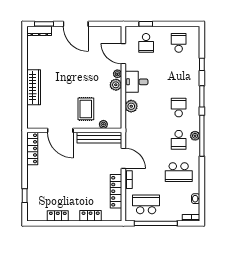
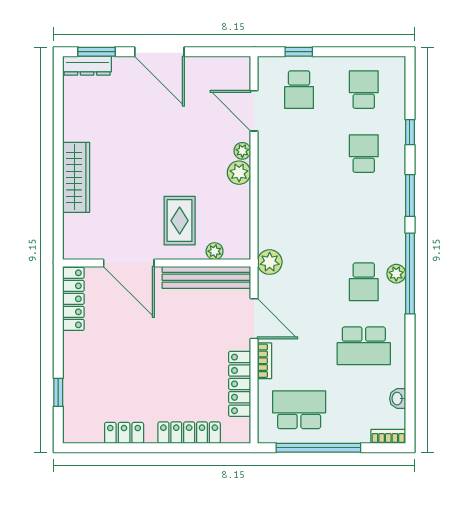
desk: (136, 82) -> (280, 167), removed
plant: (131, 106) -> (270, 262), moved
school desk: (179, 107) -> (364, 154), moved
locker: (91, 216) -> (189, 433), width x1.53

